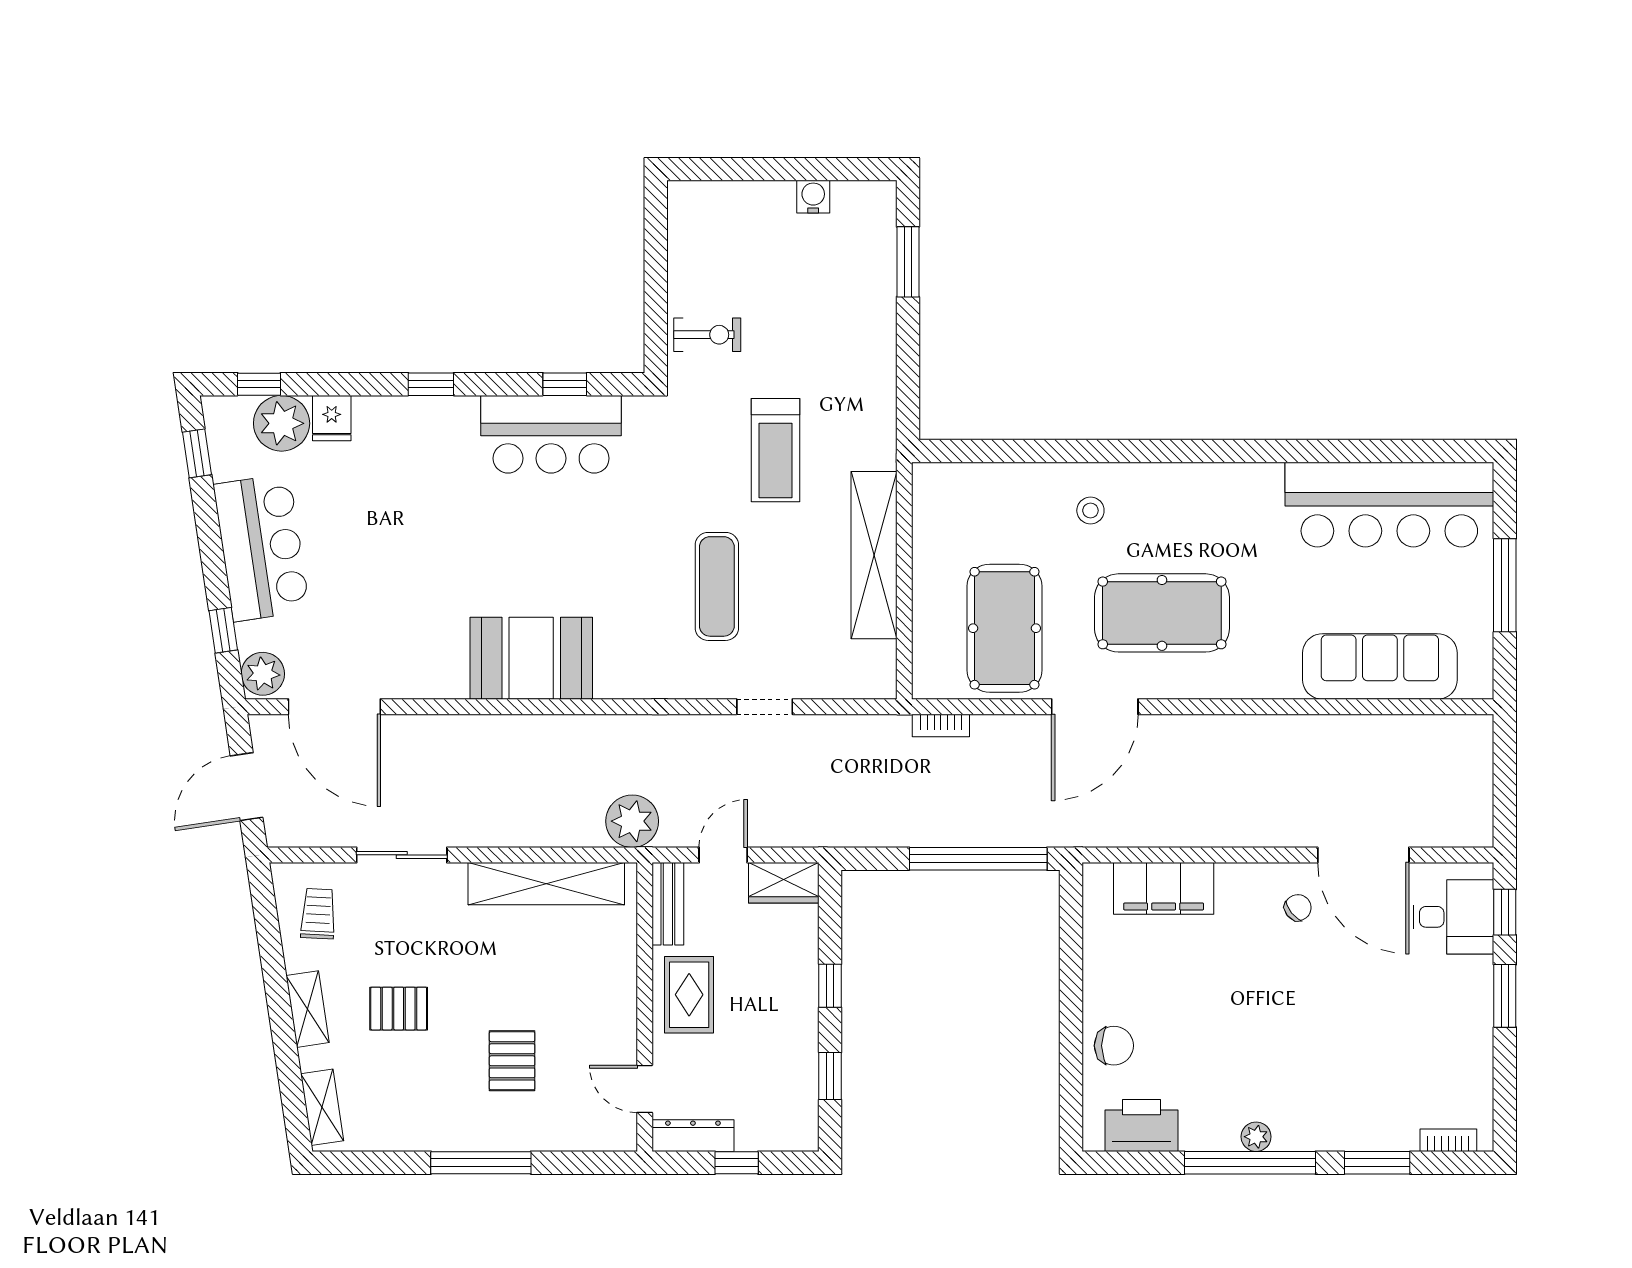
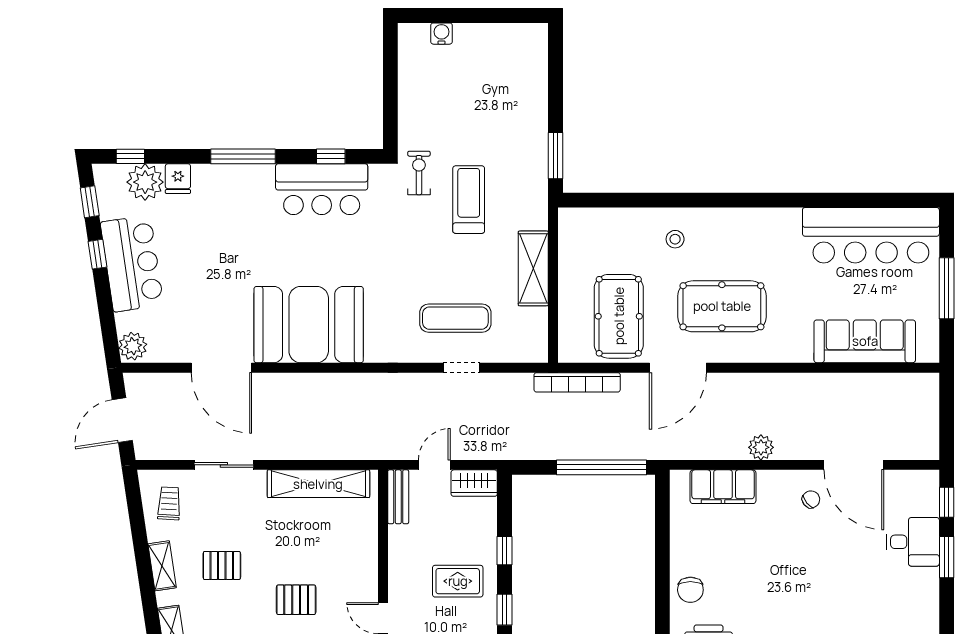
water cooler: (813, 197) -> (441, 34), moved
window: (908, 262) -> (555, 156), moved
exercise bike: (707, 335) -> (419, 173), moved, turned -90
window: (431, 384) -> (243, 156), width x2.17
treadmill: (775, 450) -> (469, 200), turned 180
shelving: (874, 555) -> (533, 268), width x0.68
exercise mat: (717, 586) -> (455, 318), moved, turned 90
window: (223, 630) -> (98, 254), moved
booth: (531, 658) -> (309, 325), width x1.36, depth x1.42
door: (334, 707) -> (221, 368), moved
bookcase: (941, 725) -> (577, 382), width x2.31, depth x1.31
plant: (632, 821) -> (761, 447), moved, width x0.73, depth x0.73
desk: (1453, 917) -> (913, 542), moved
rug: (689, 995) -> (458, 581), moved, turned 90
chair: (1114, 1046) -> (690, 590), turned 90
pallet: (512, 1061) -> (296, 600), turned 90

